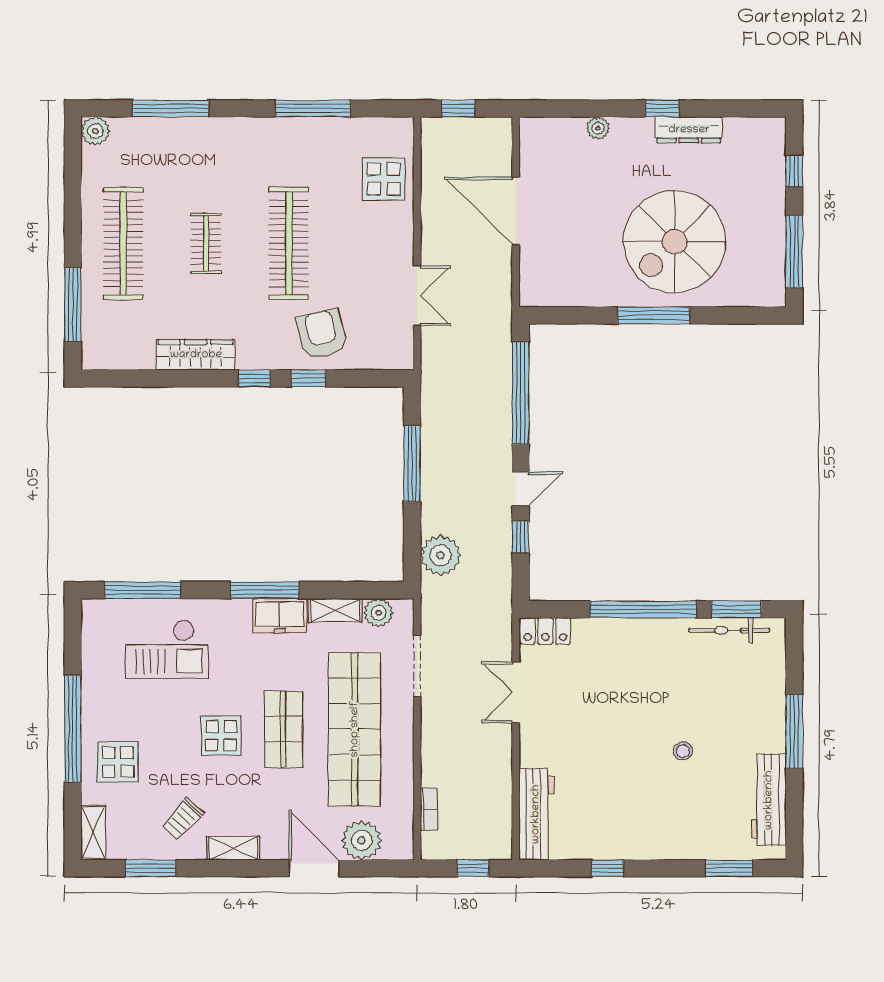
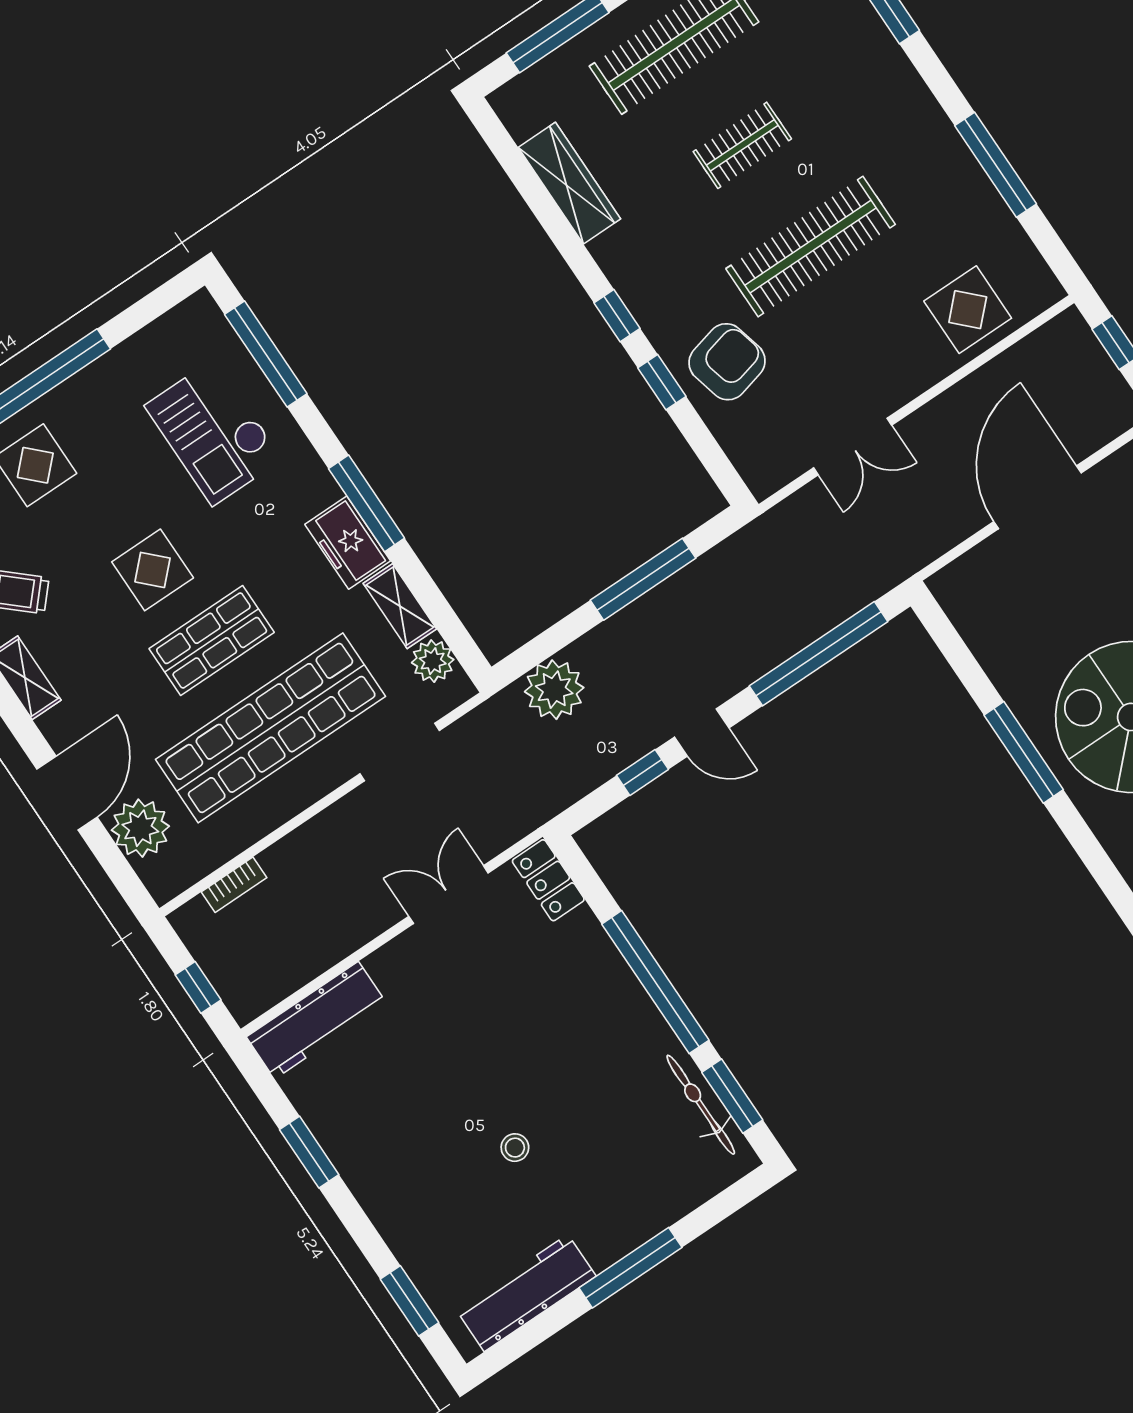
wardrobe: (196, 355) -> (569, 183), moved
window: (608, 868) -> (309, 1152), width x1.50

